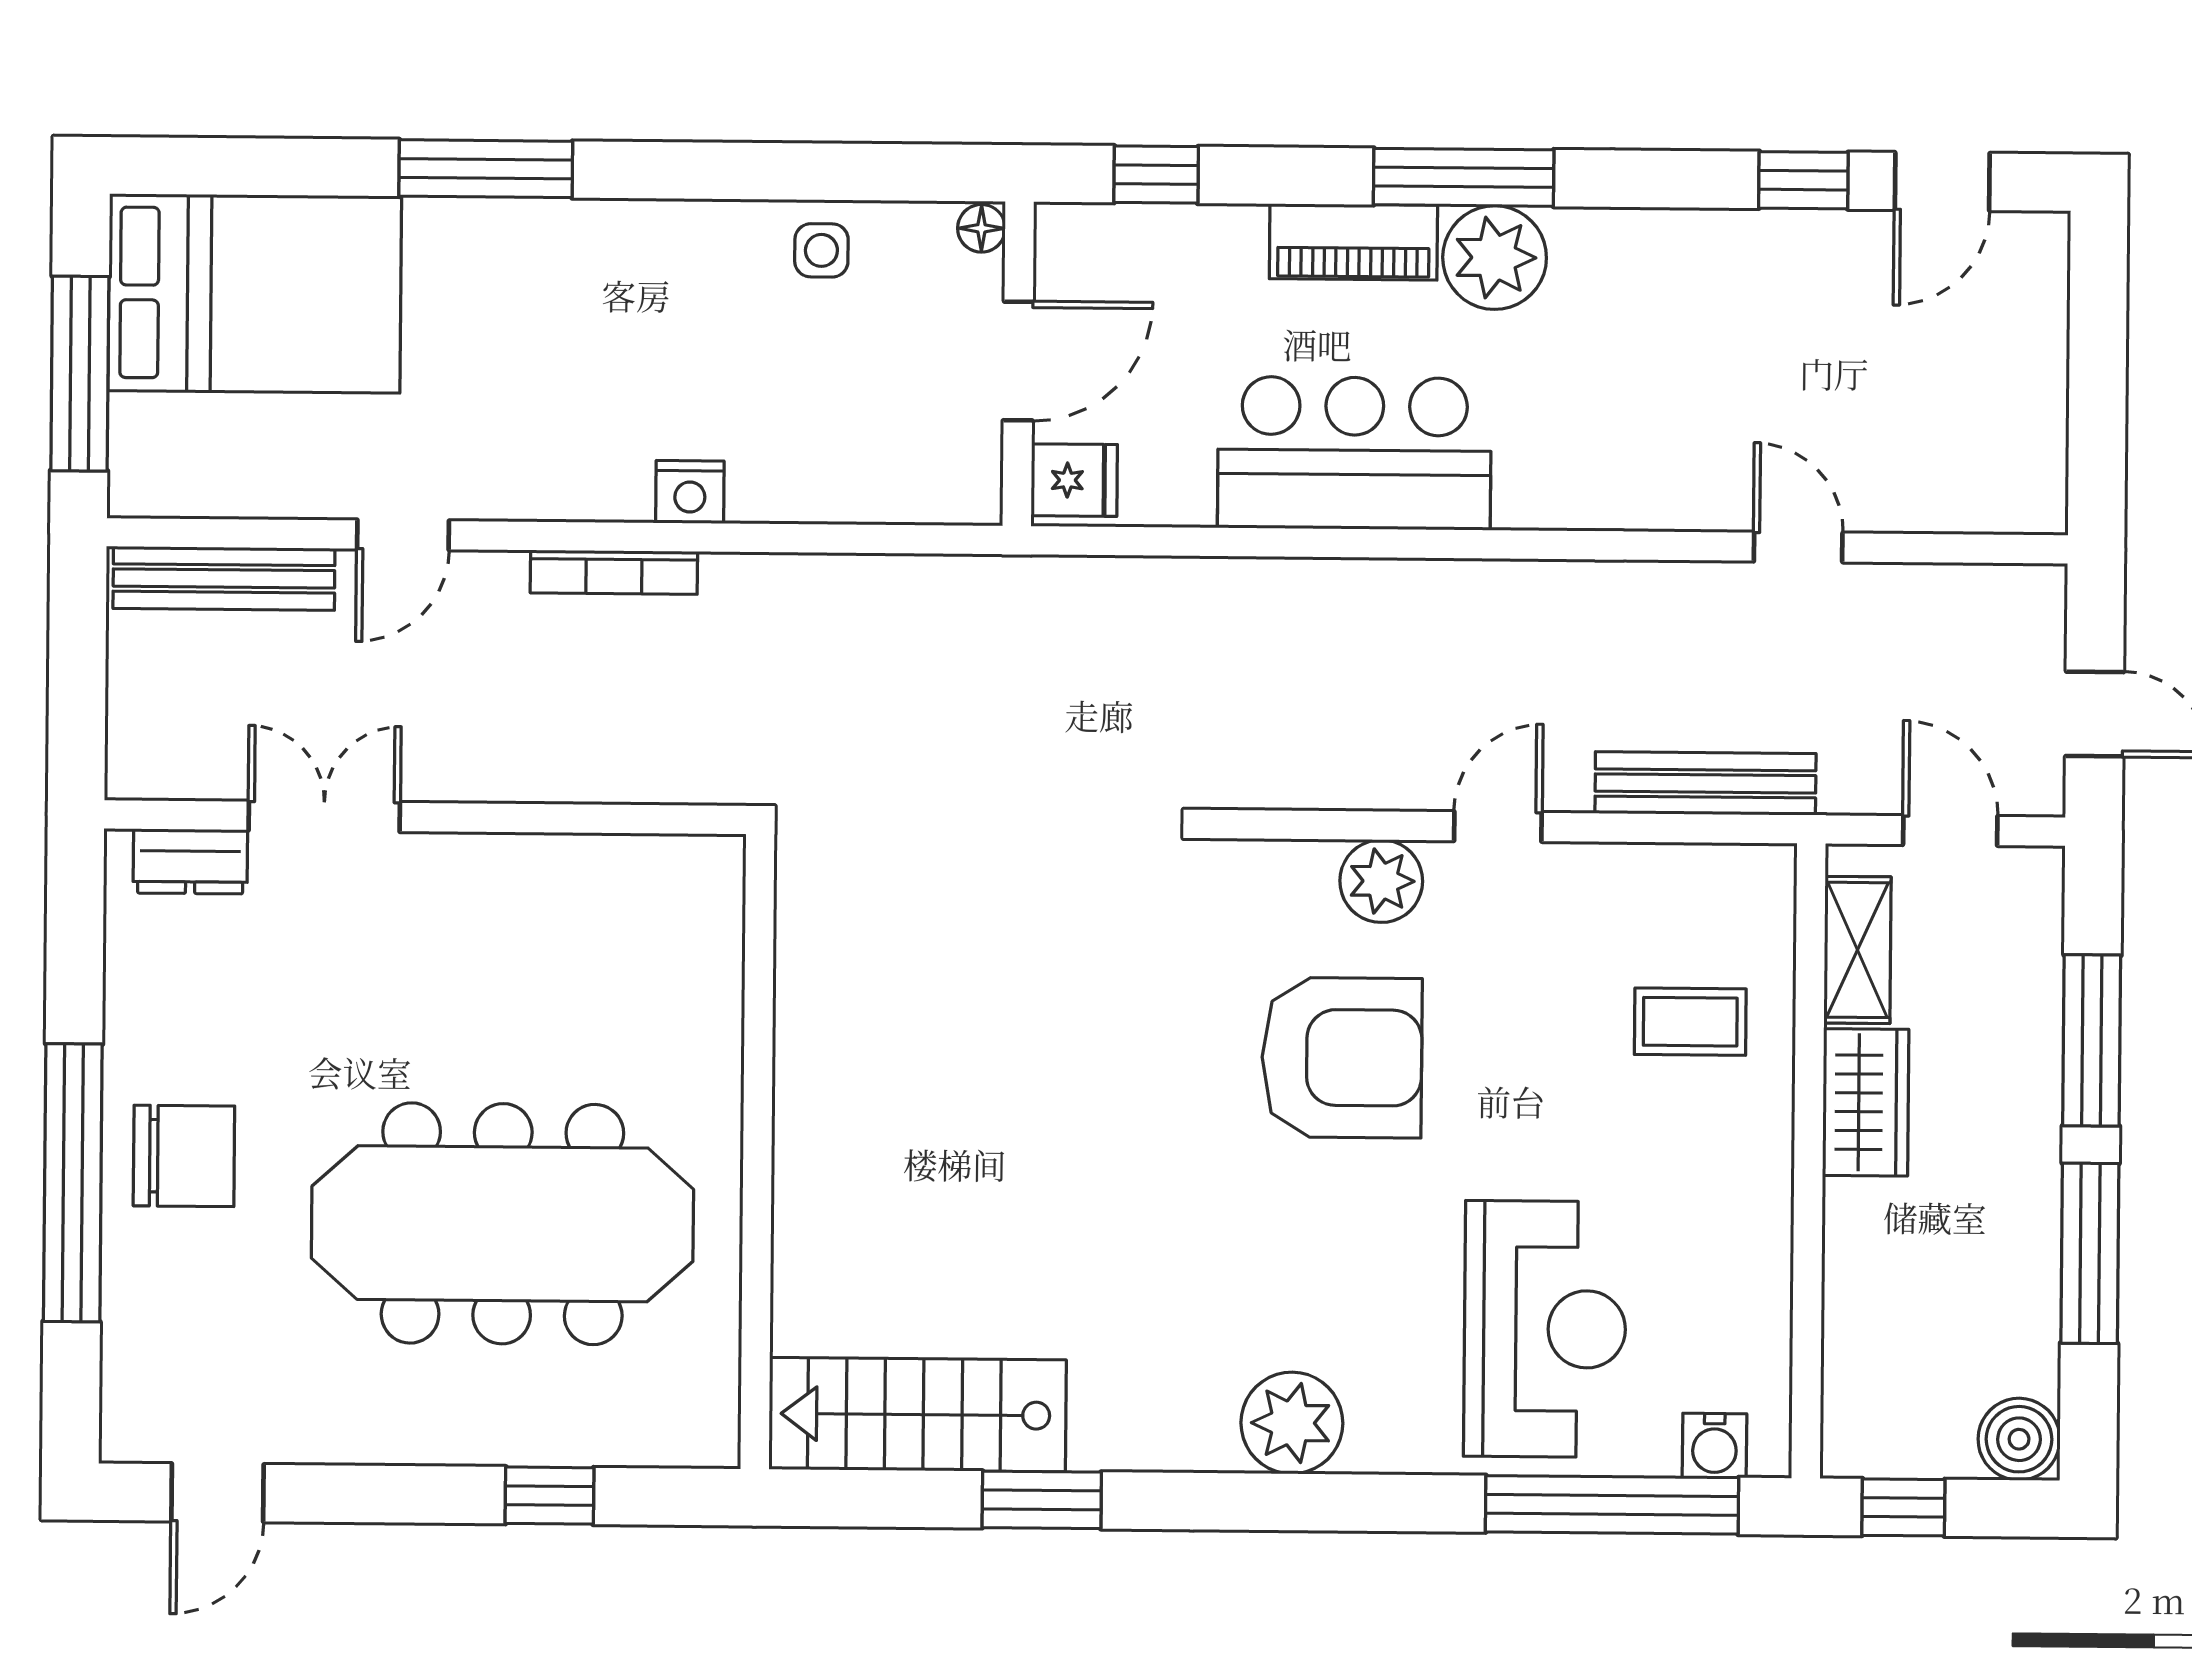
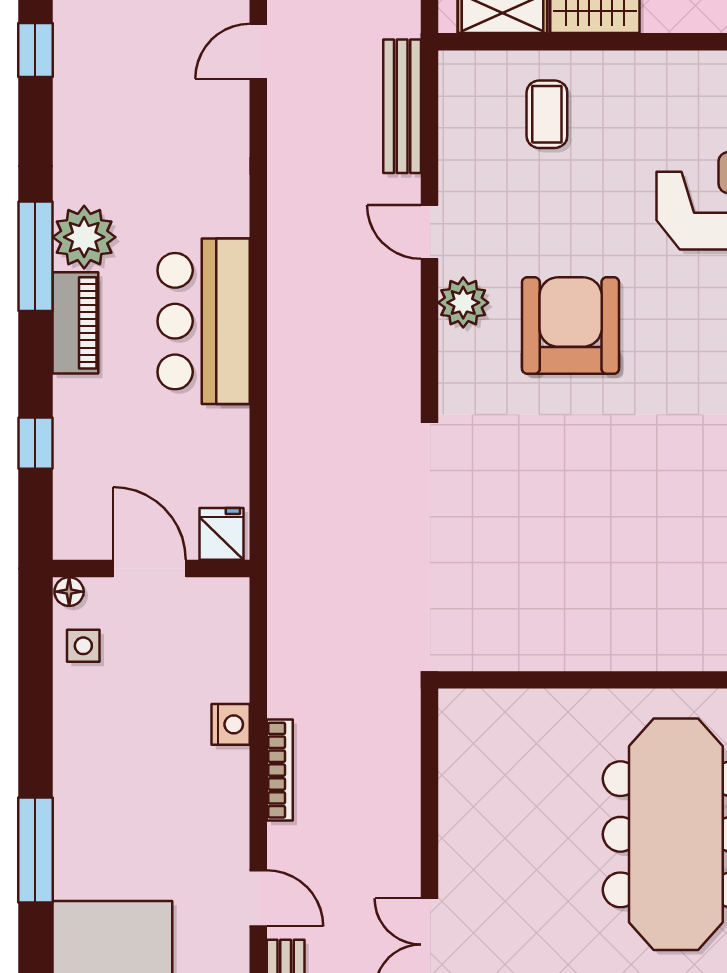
floor lamp: (981, 228) -> (69, 592), moved
door: (1018, 361) -> (149, 569), moved
wall: (1018, 364) -> (151, 569), moved
fridge: (1074, 480) -> (221, 534), moved

